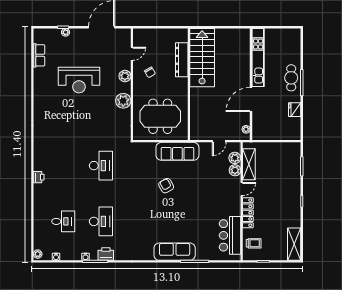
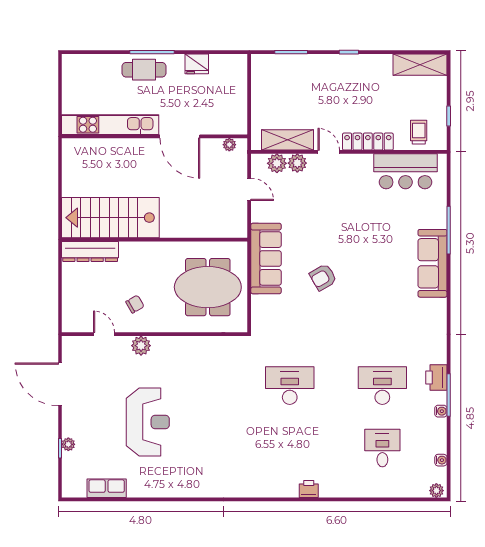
dresser: (182, 60) -> (90, 251), moved
plant: (123, 101) -> (182, 348), removed
meeting table: (160, 116) -> (208, 287), turned 90

